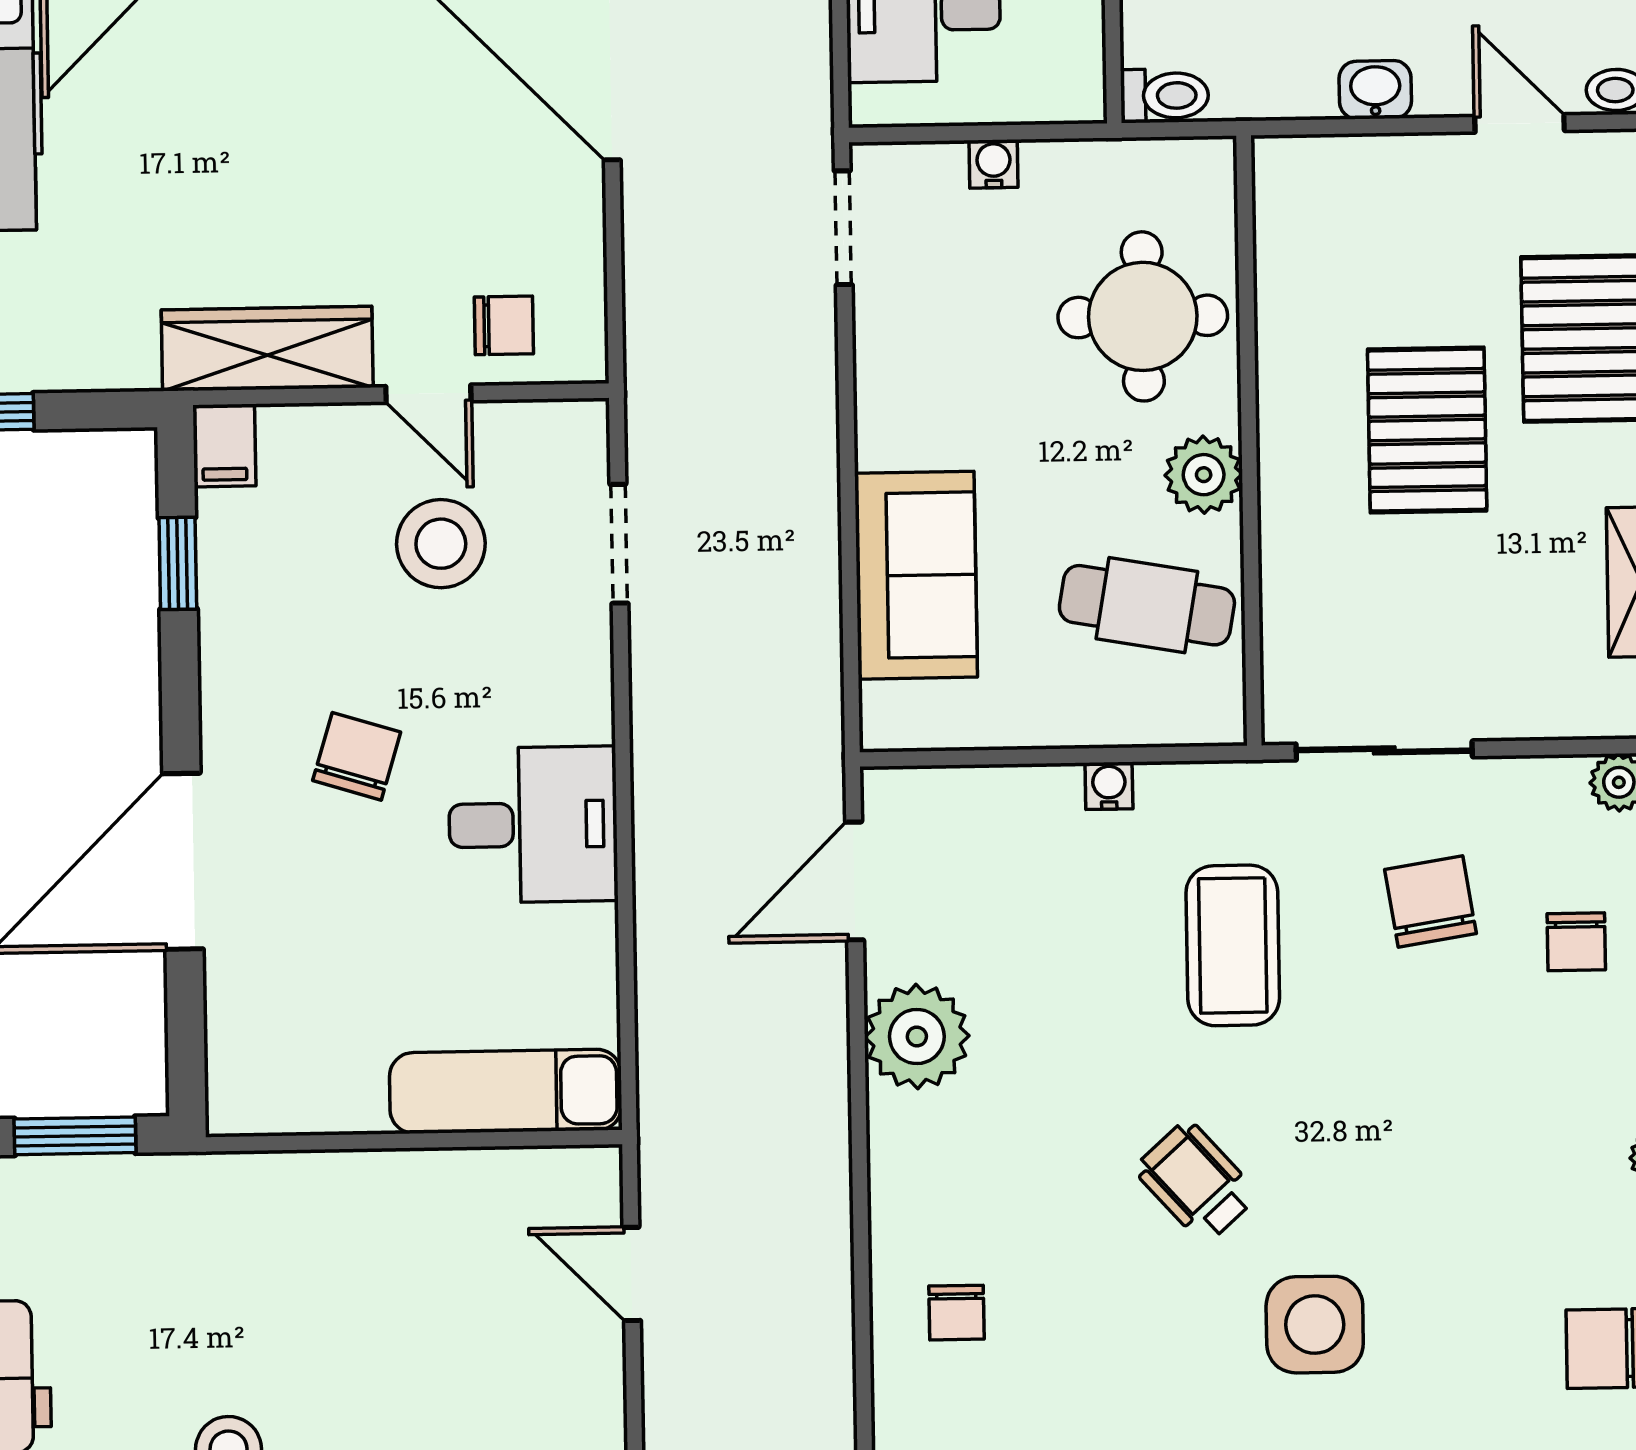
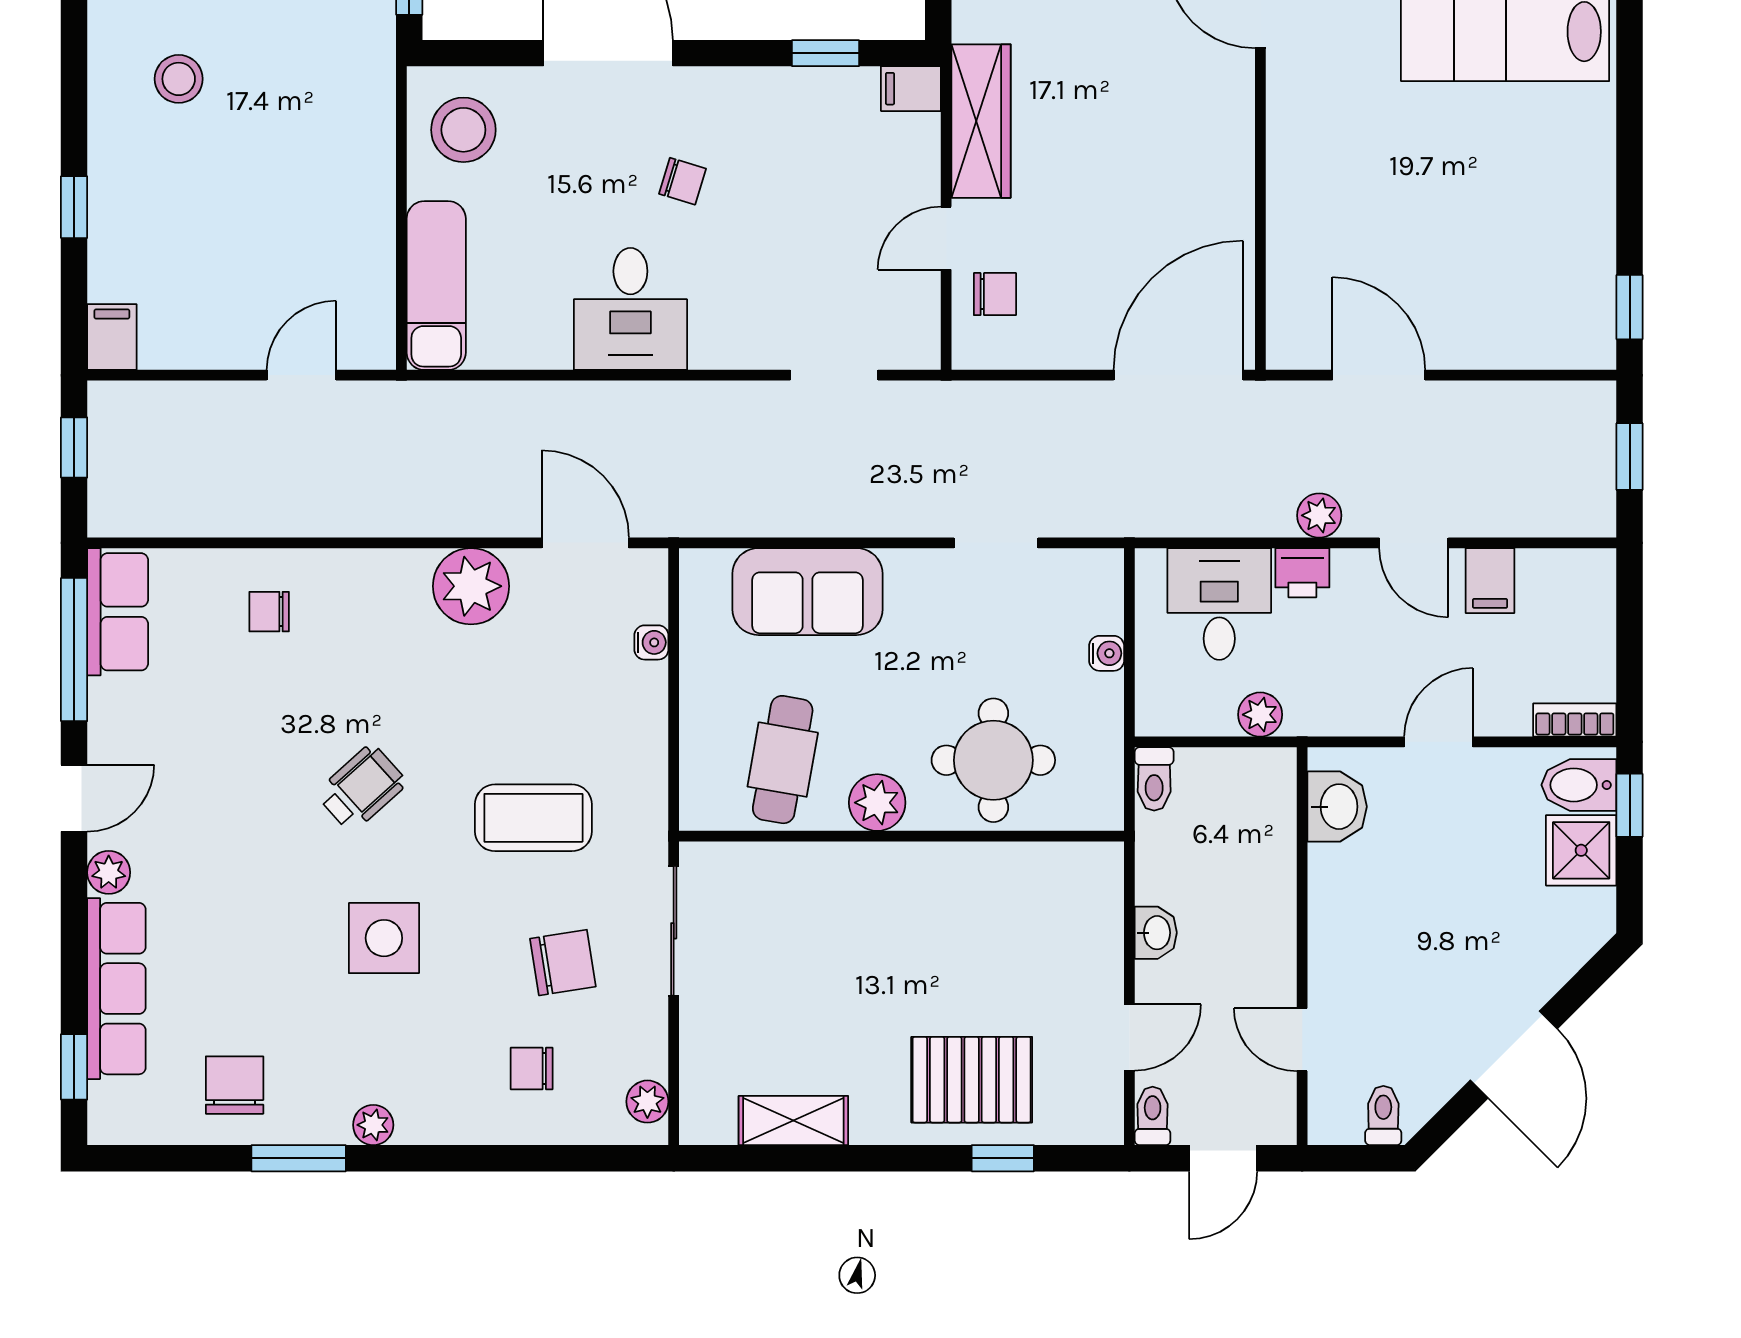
doorway: (843, 228) -> (996, 543), moved
chair: (504, 325) -> (995, 294), turned -90
pallet: (1427, 430) -> (907, 966), removed
stool: (441, 544) -> (463, 130), moved
chair: (357, 756) -> (683, 181), width x0.73, depth x0.73
water cooler: (1109, 786) -> (651, 642), moved
side table: (1315, 1325) -> (384, 938), moved

